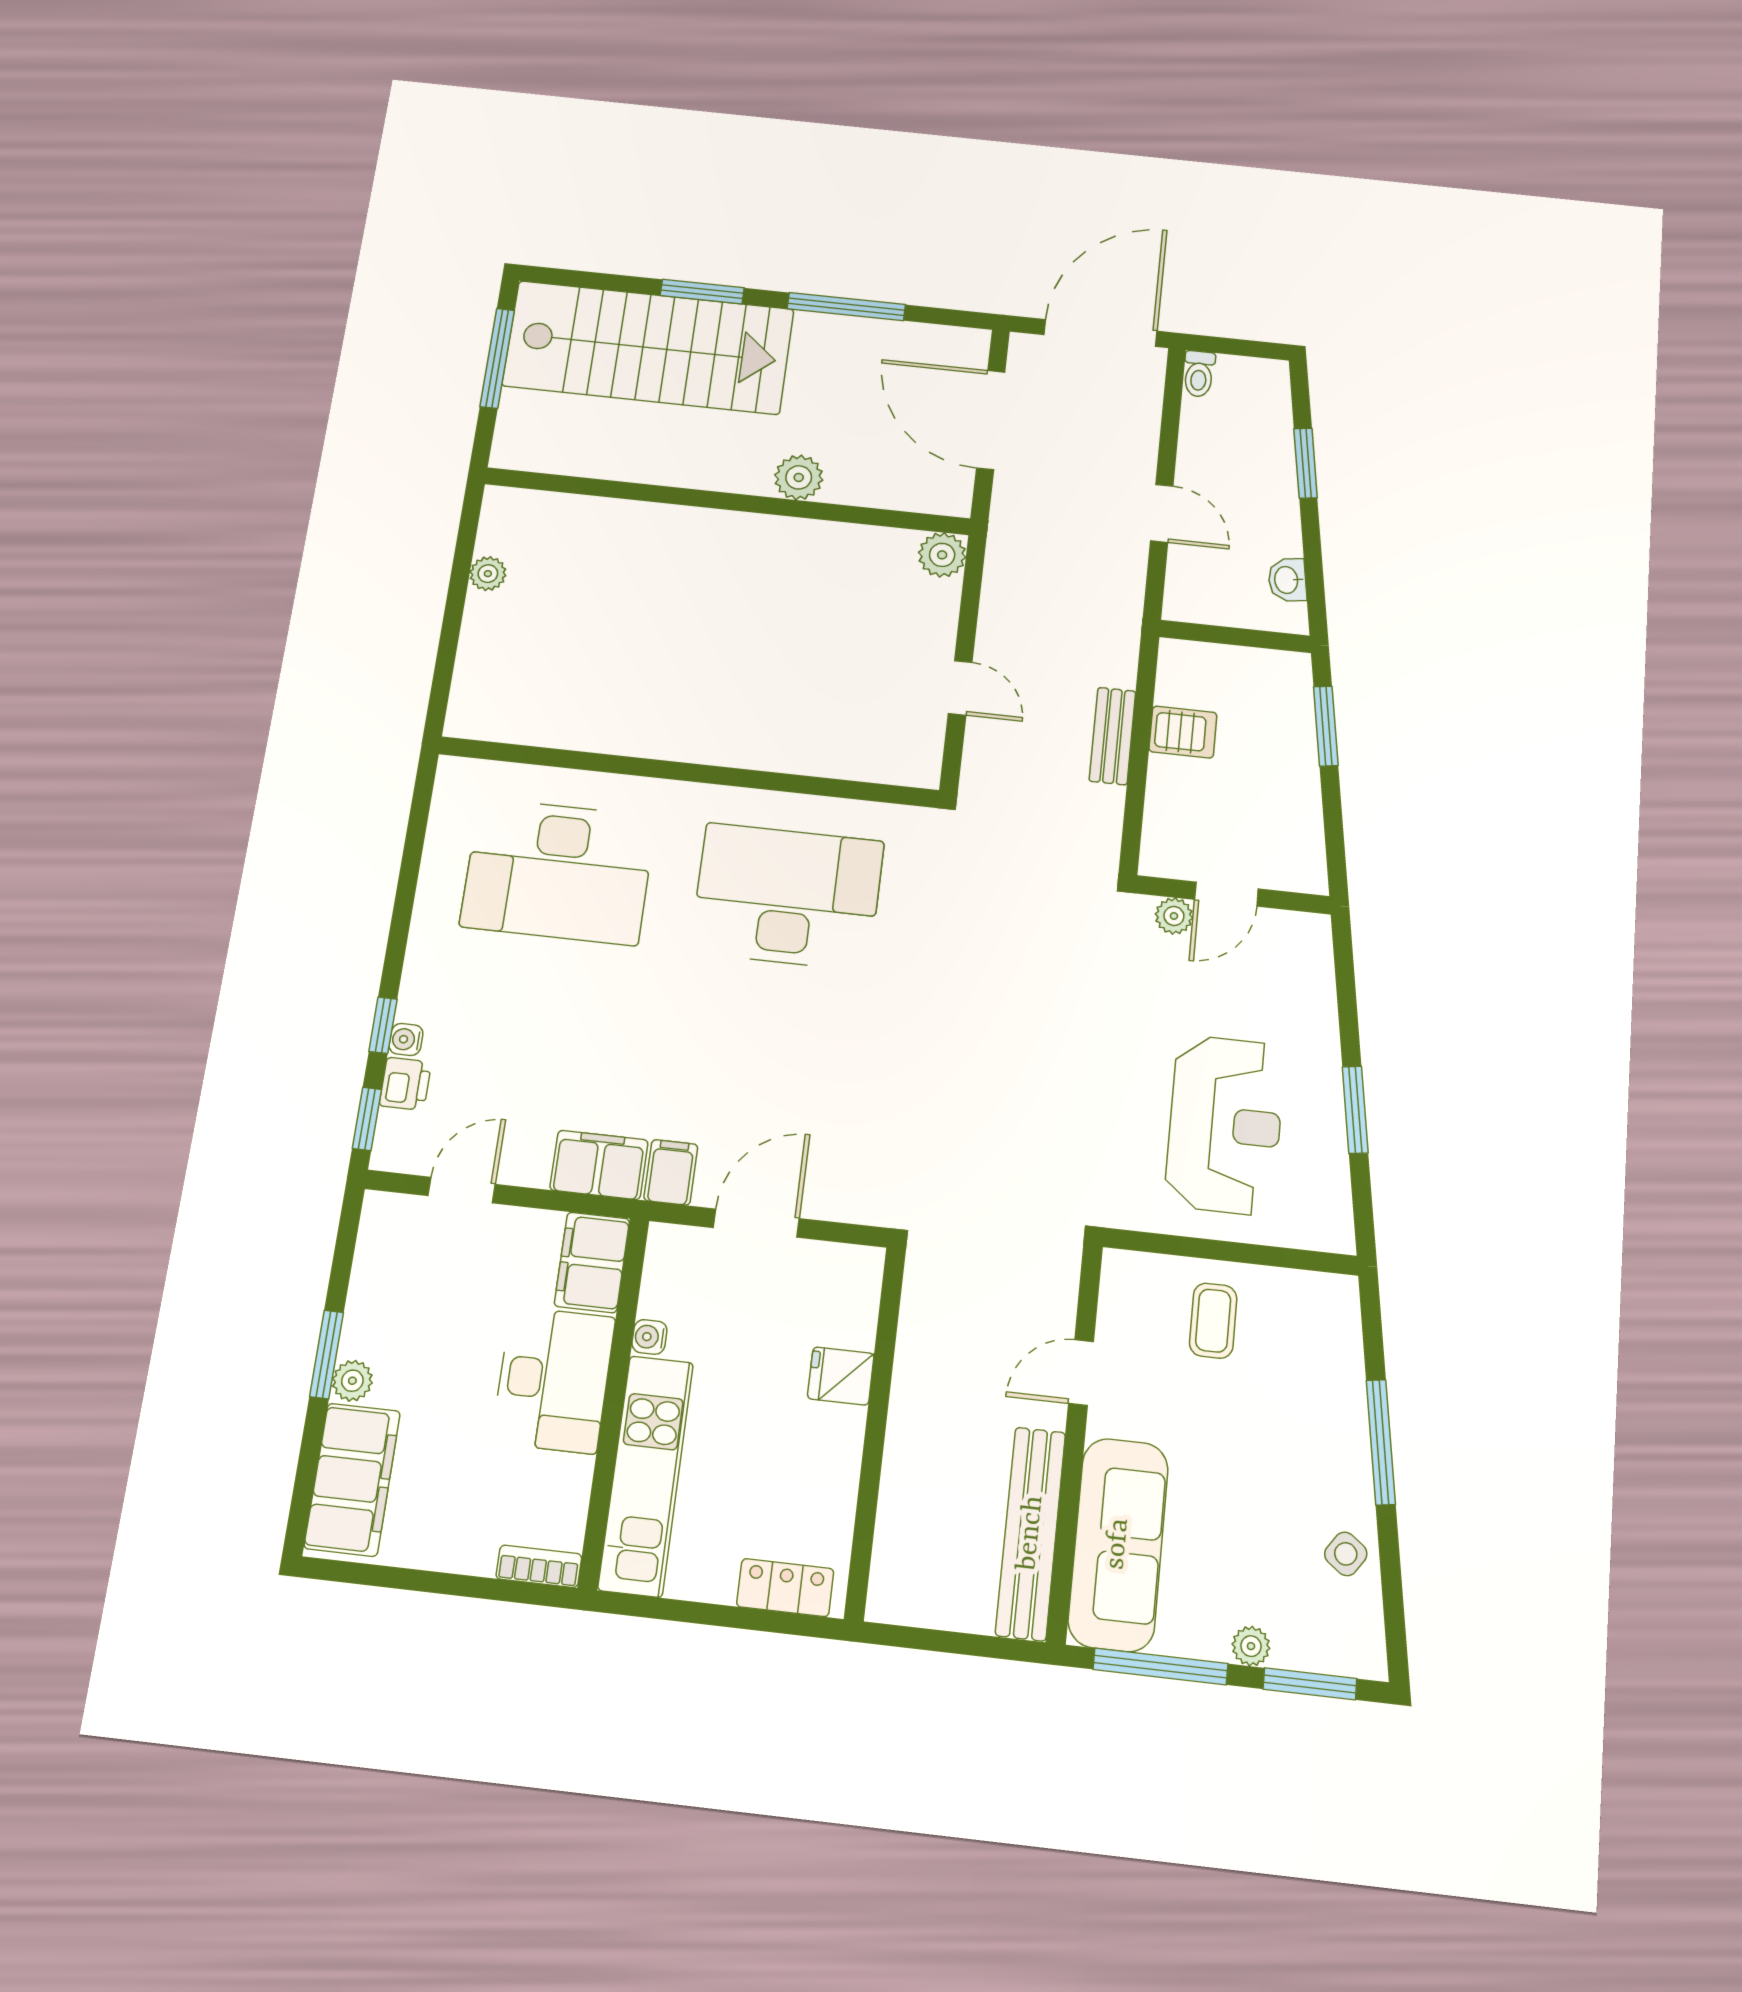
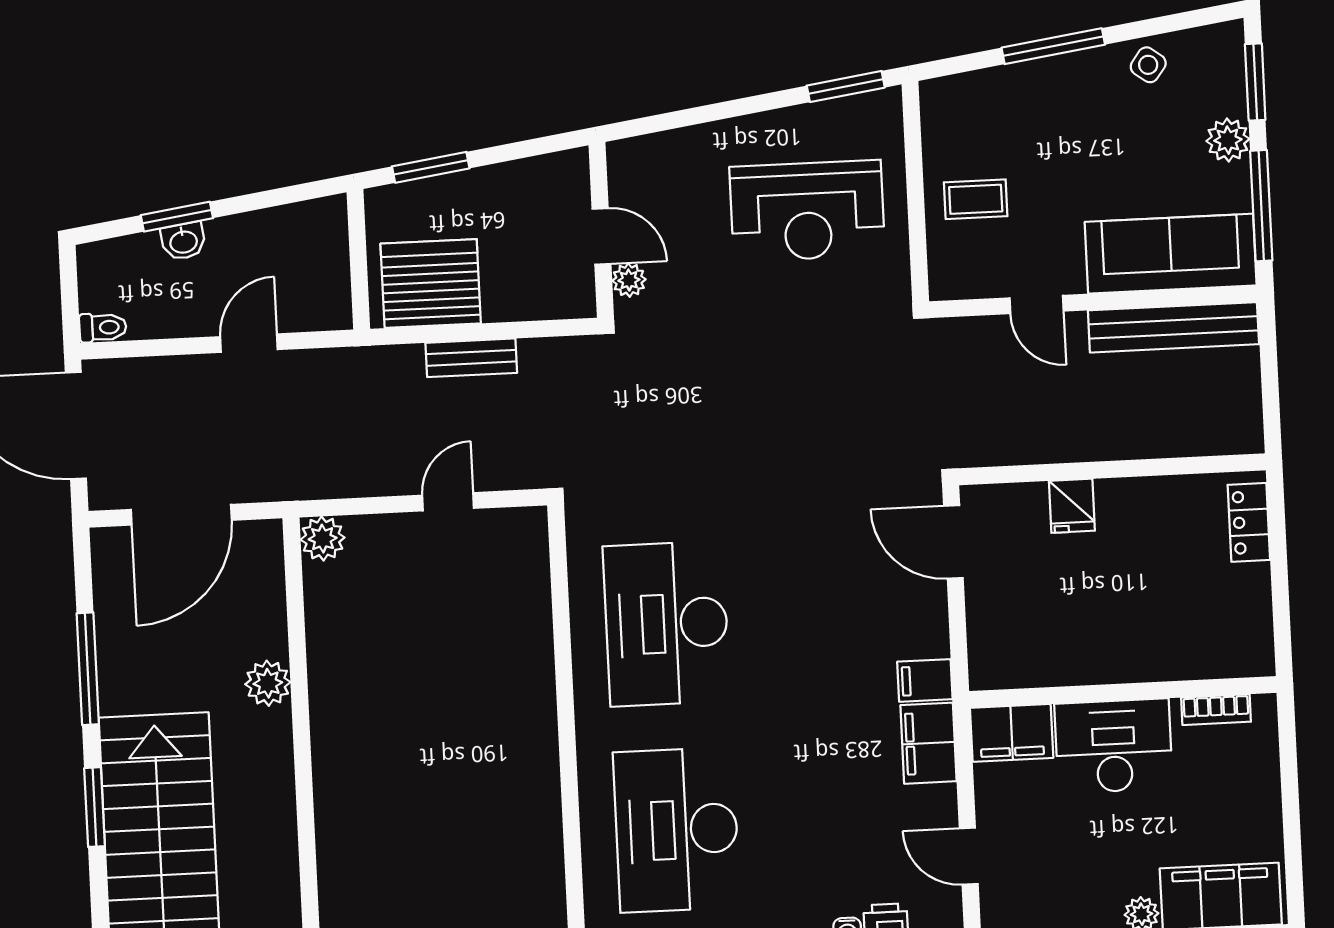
washbasin: (1287, 580) -> (183, 241), moved
server rack: (1183, 732) -> (431, 284), width x2.18, depth x1.44
desk: (558, 871) -> (677, 830), turned 180
window: (1355, 1110) -> (846, 87), moved
reception desk: (1225, 1125) -> (807, 211), turned 180
door: (756, 1223) -> (953, 542), moved
water cooler: (649, 1337) -> (1066, 672), removed
kitchen unit: (646, 1475) -> (1178, 654), removed
bookcase: (539, 1566) -> (1216, 710), moved, turned -90
plant: (1251, 1646) -> (1228, 140), width x1.38, depth x1.38

